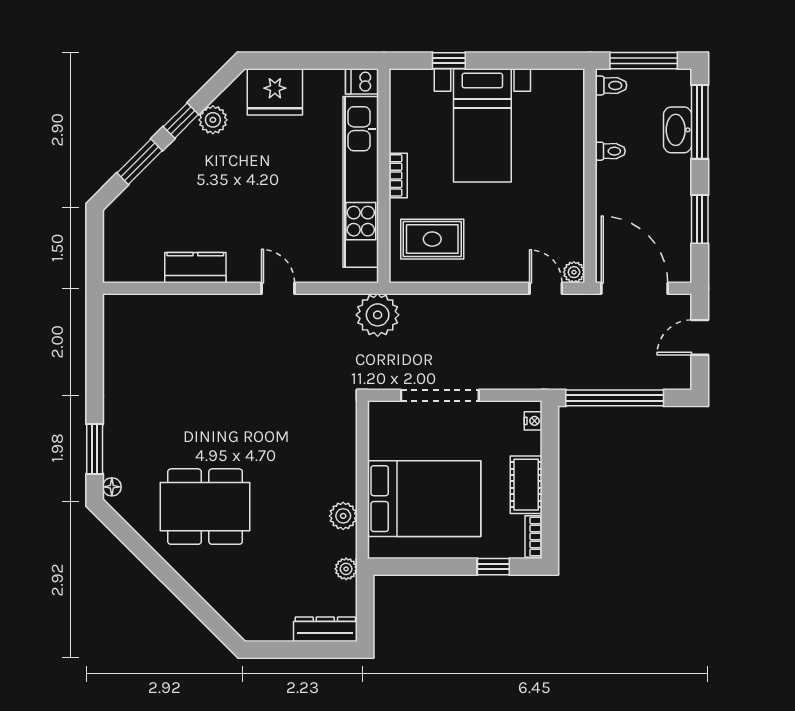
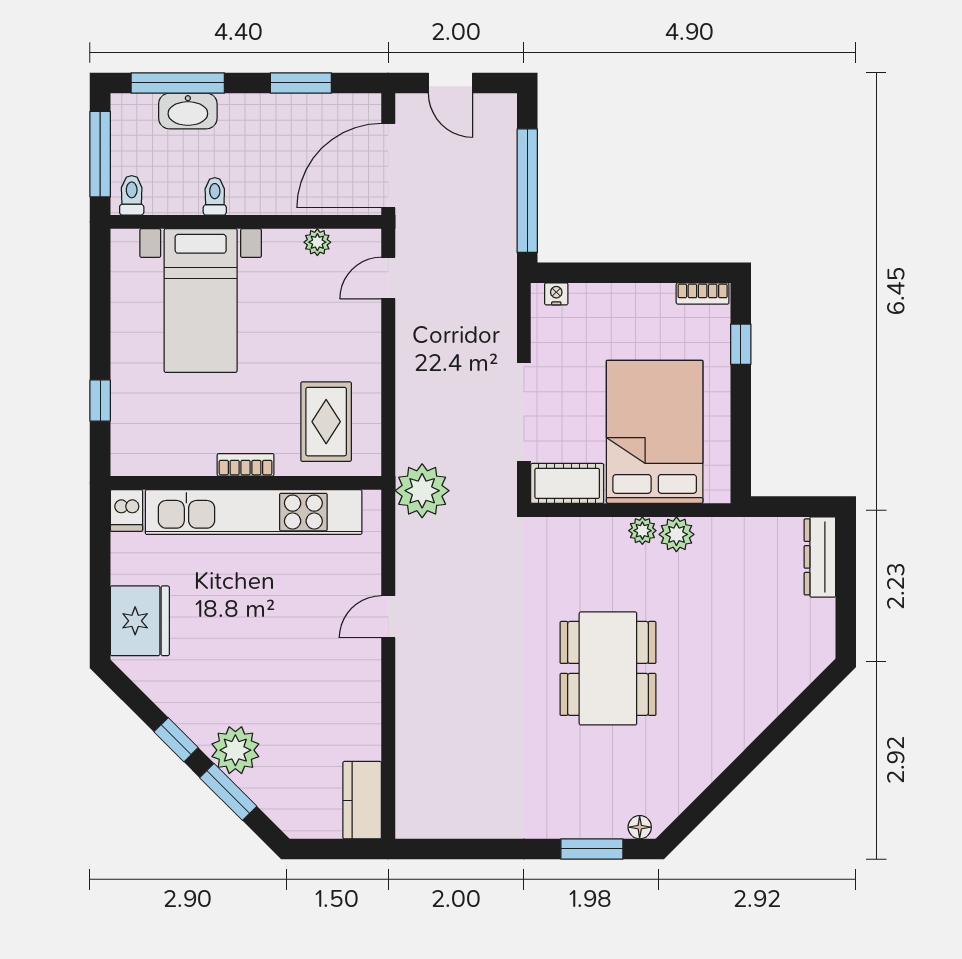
plant: (213, 120) -> (235, 750), moved, width x1.36, depth x1.36
bed with nightstands: (482, 125) -> (201, 301), moved, turned 90
kitchen counter: (195, 268) -> (362, 800), moved
plant: (574, 272) -> (317, 242), moved
cot: (526, 485) -> (567, 483), moved
dining table: (205, 507) -> (608, 668), moved
plant: (346, 569) -> (642, 531), moved

